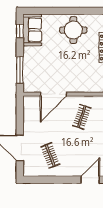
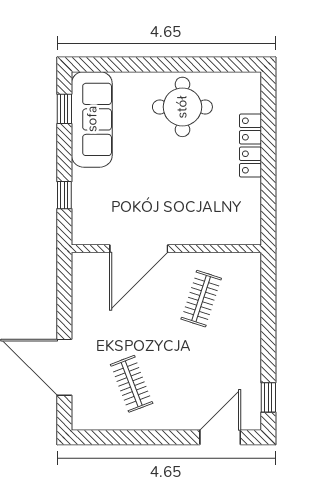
sofa: (32, 30) -> (92, 119), width x1.36
window: (20, 70) -> (64, 195), width x0.46

